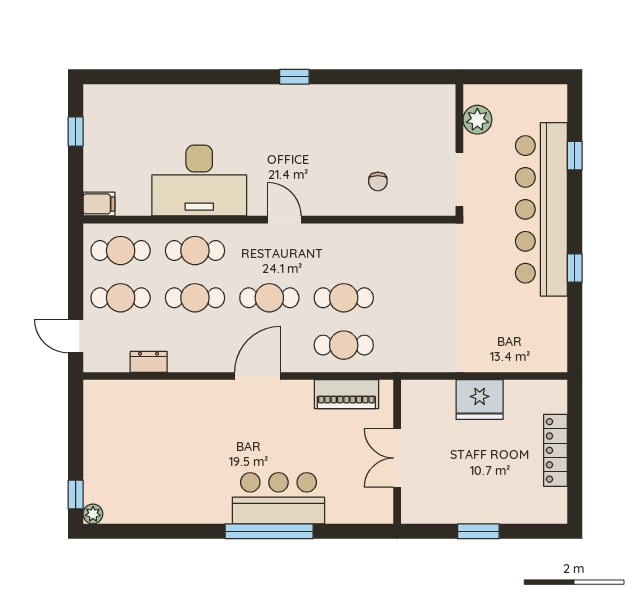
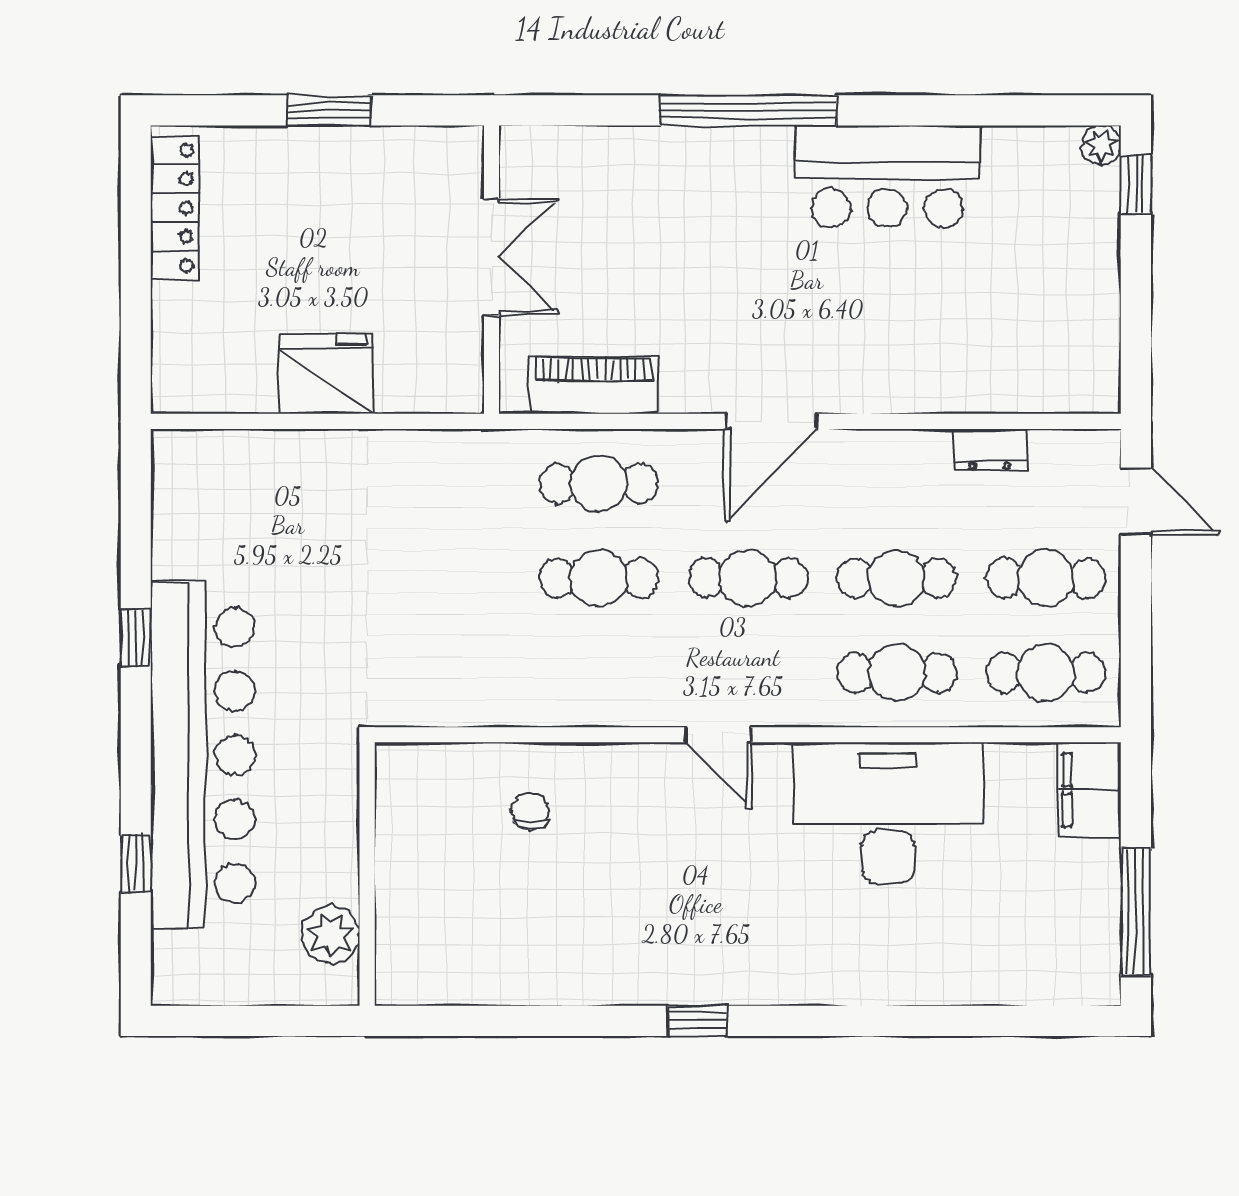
window: (76, 132) -> (1136, 911), width x2.17
doorway: (459, 180) -> (367, 815), removed
filing cabinet: (99, 204) -> (1089, 790), width x2.00
locker: (555, 450) -> (175, 208), moved
bar counter: (279, 498) -> (887, 176), moved

